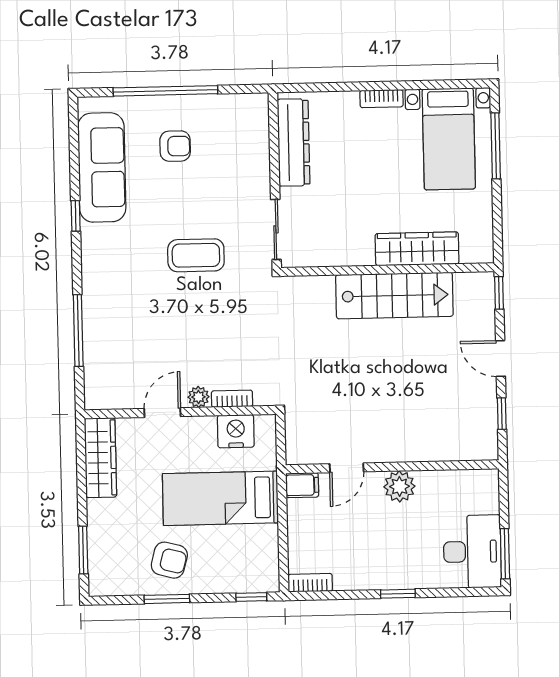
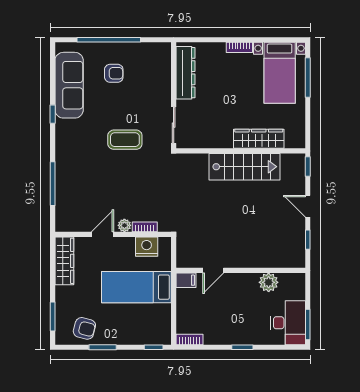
plant: (399, 486) -> (269, 282), moved
armchair: (169, 560) -> (84, 328), moved

